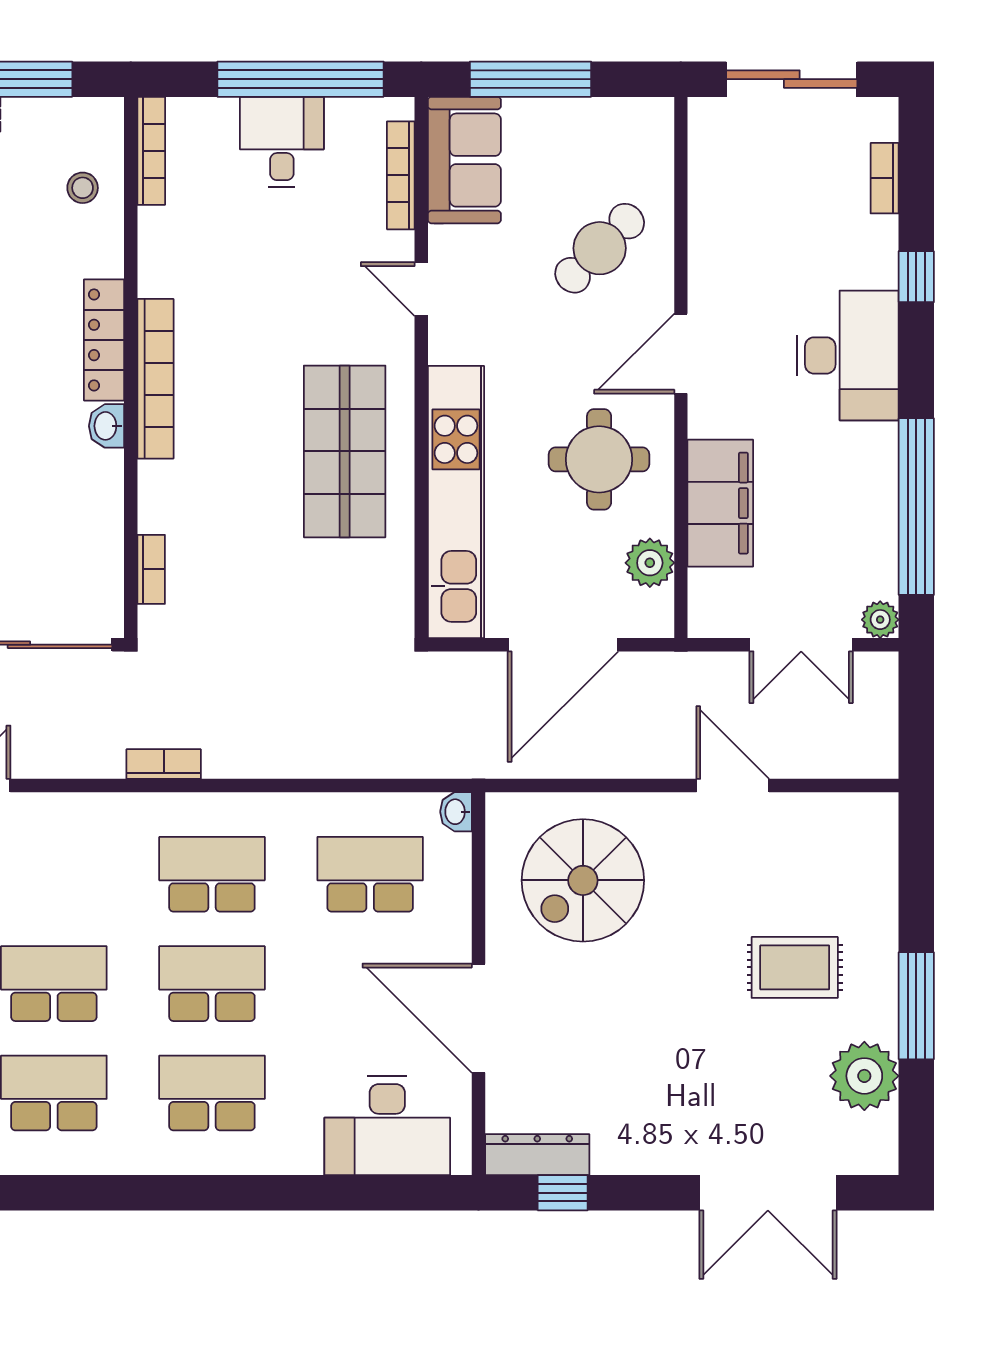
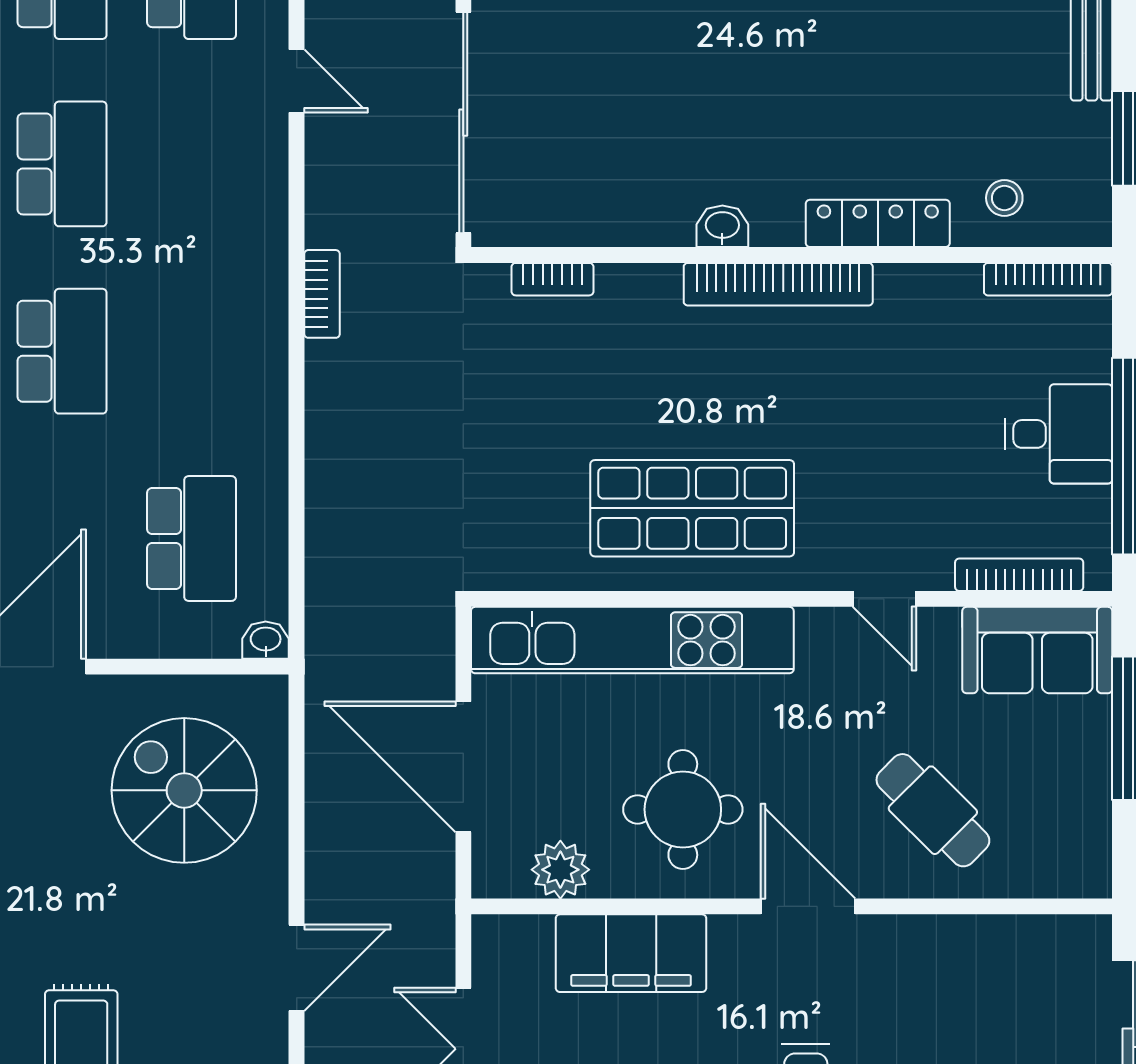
door: (421, 289) -> (884, 599), swing flipped
locker: (104, 340) -> (878, 223), moved
school desk: (212, 874) -> (192, 351), removed

